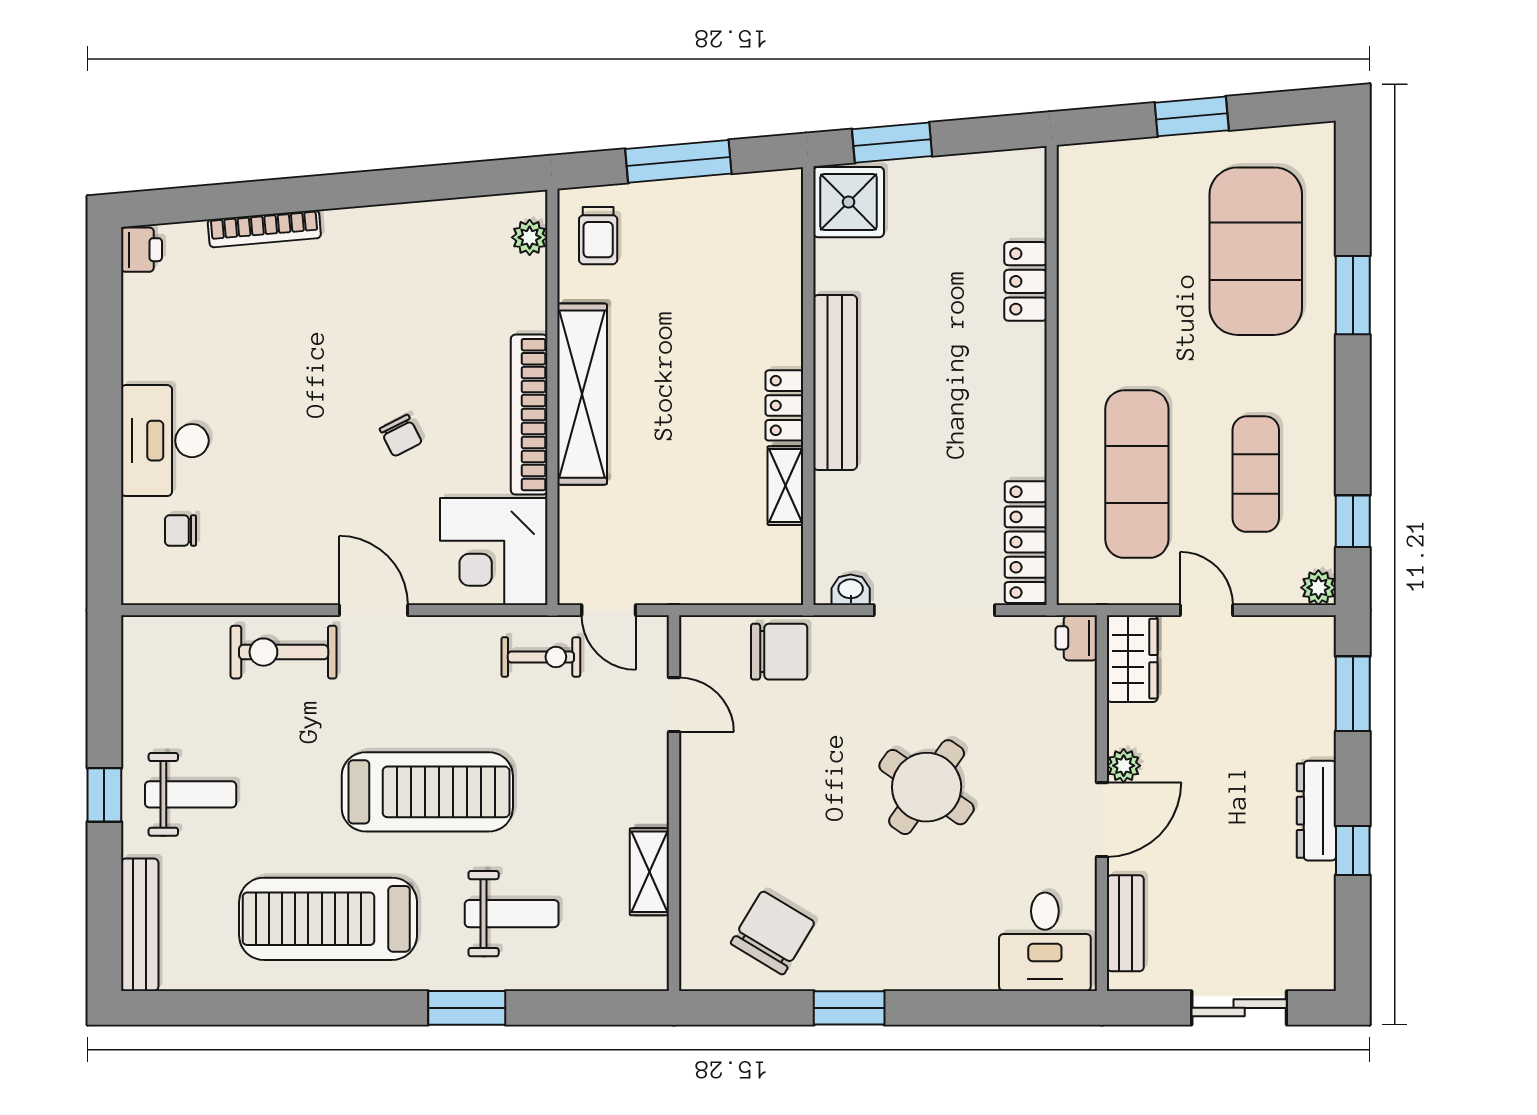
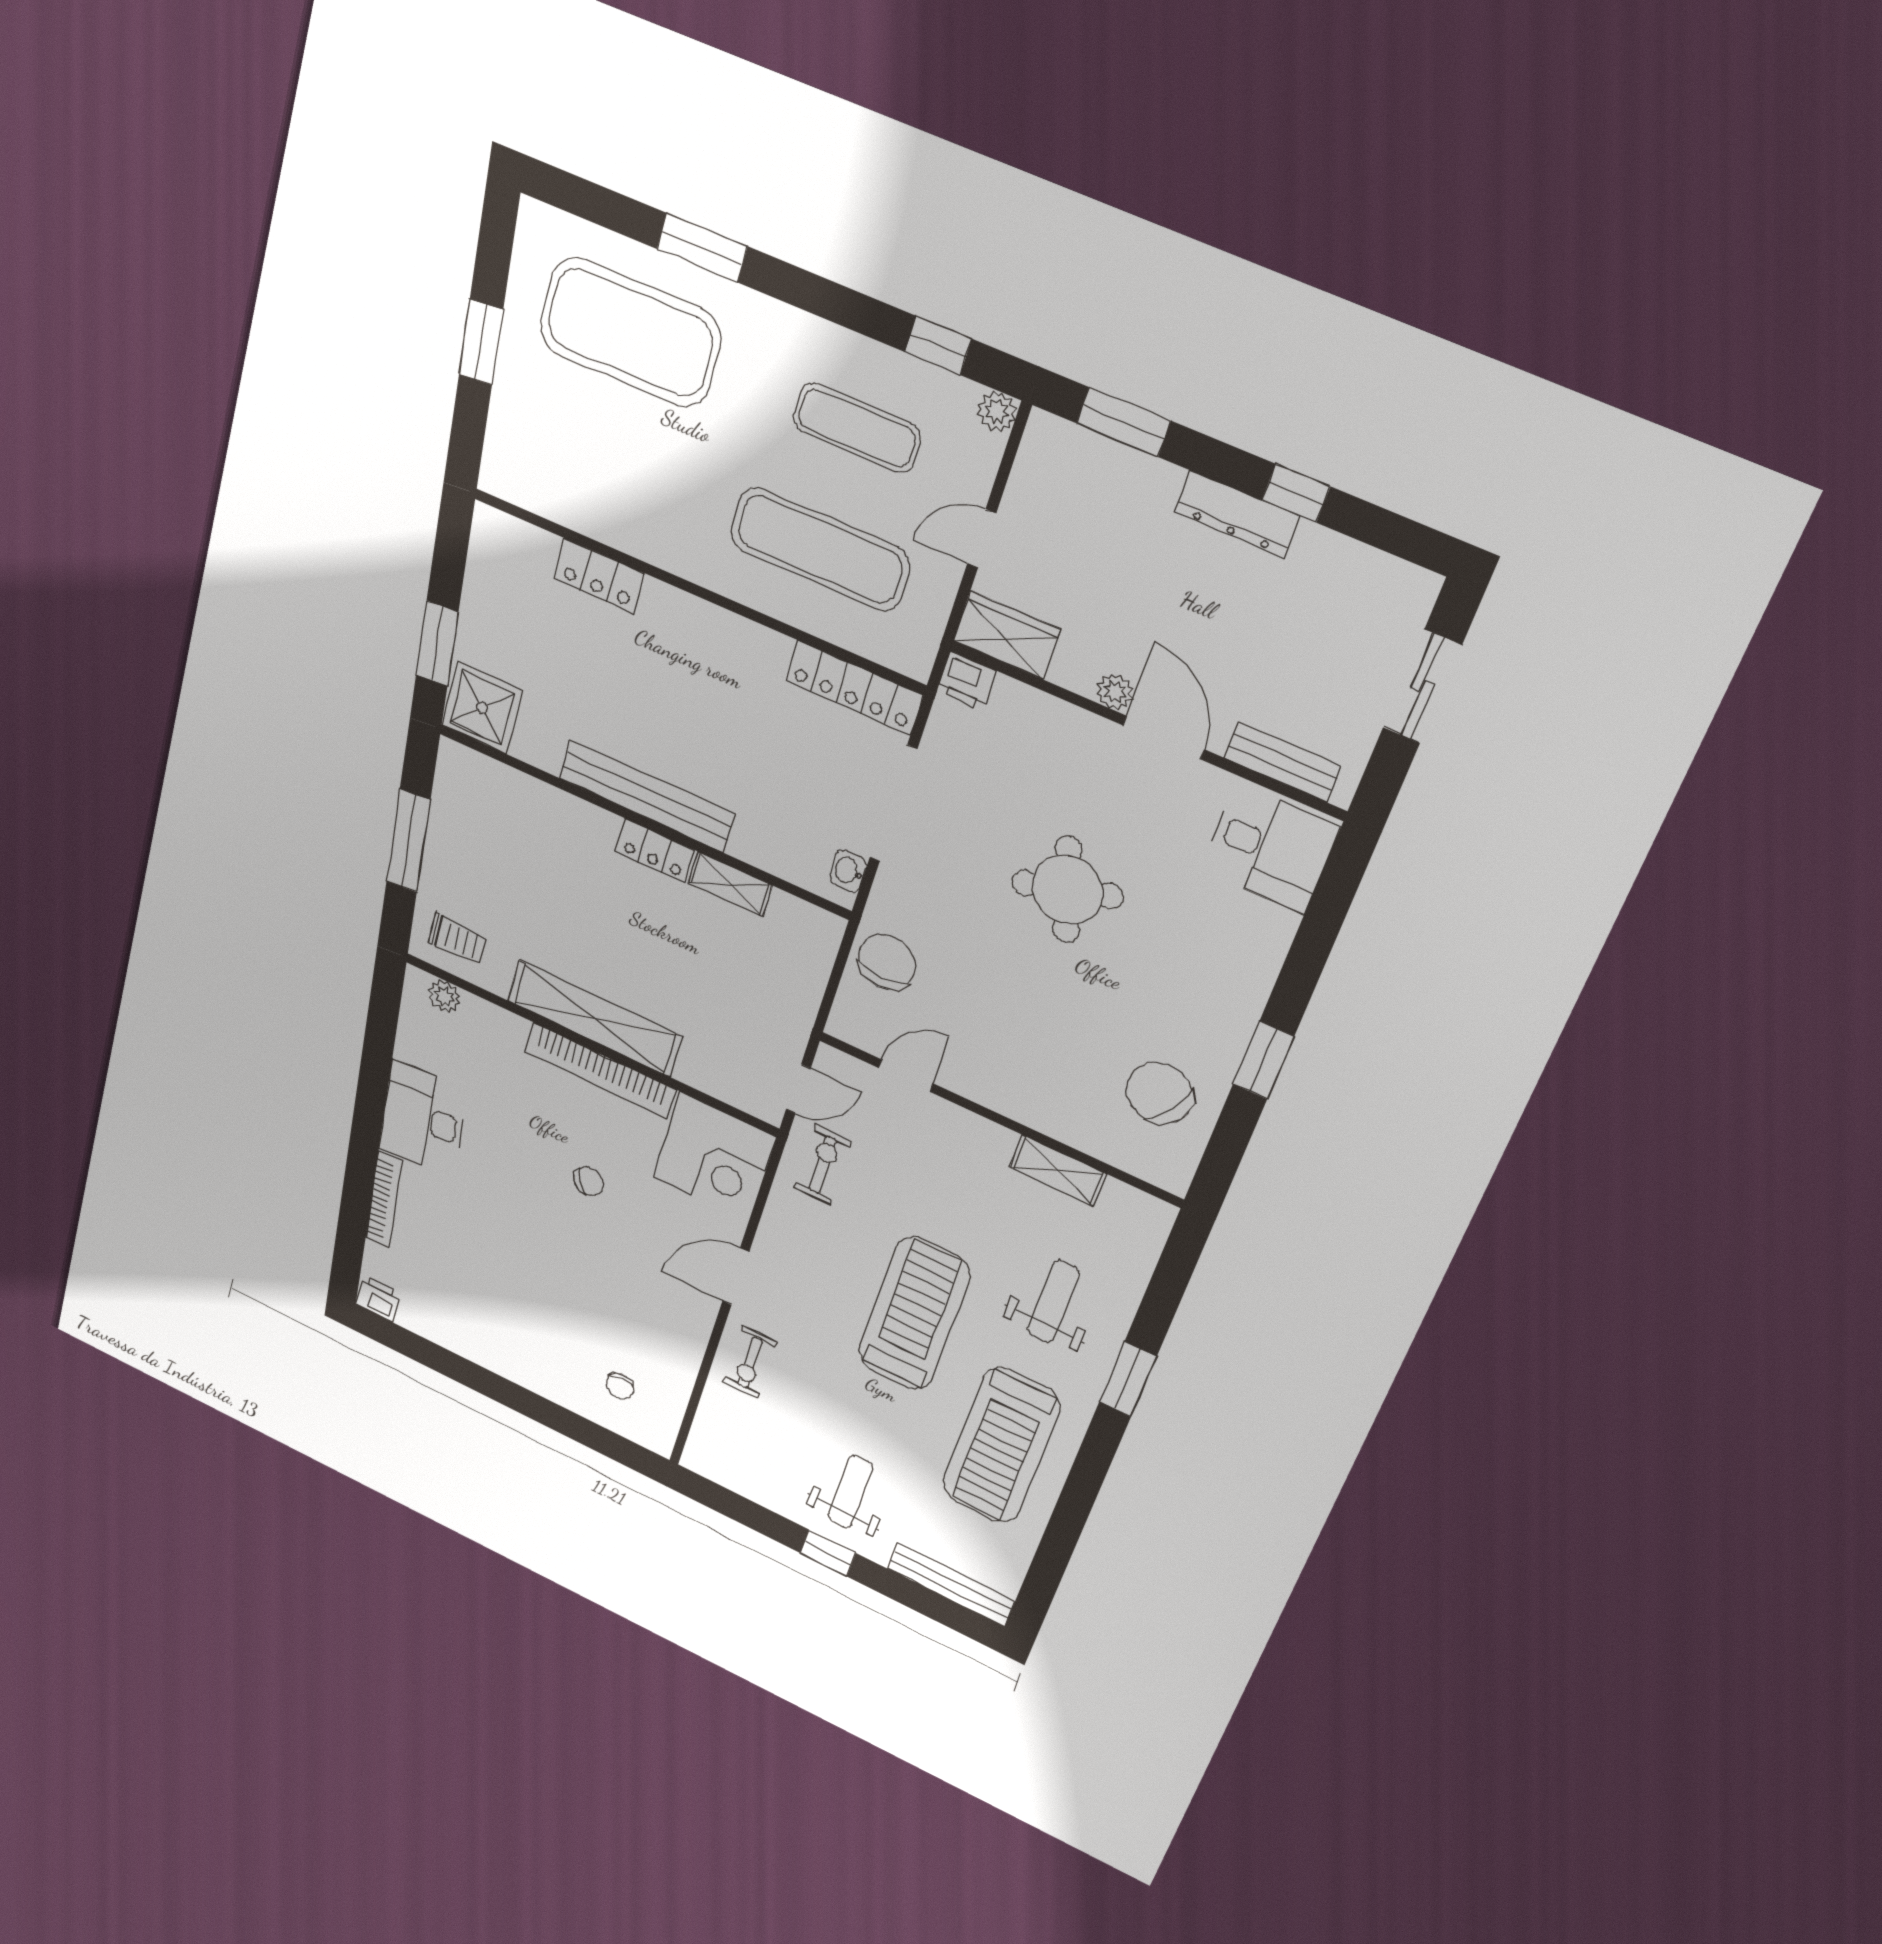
desk: (165, 441) -> (423, 1119), moved, turned 85
exercise bike: (284, 652) -> (750, 1362), width x0.73, depth x0.72
round table: (927, 787) -> (1067, 889), turned 38

